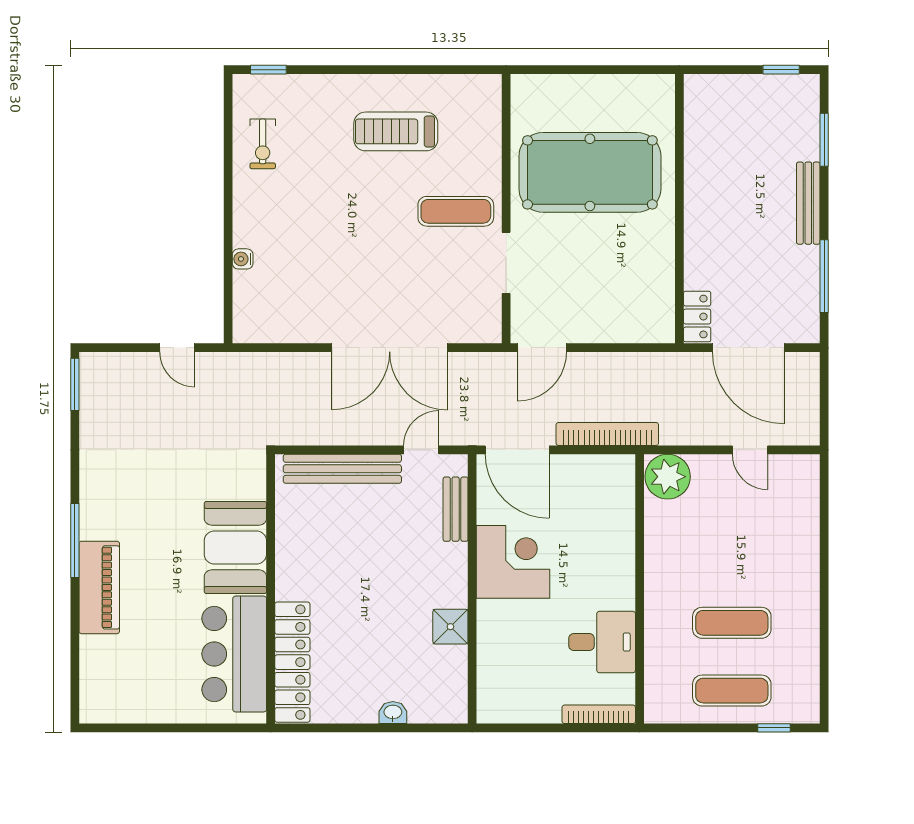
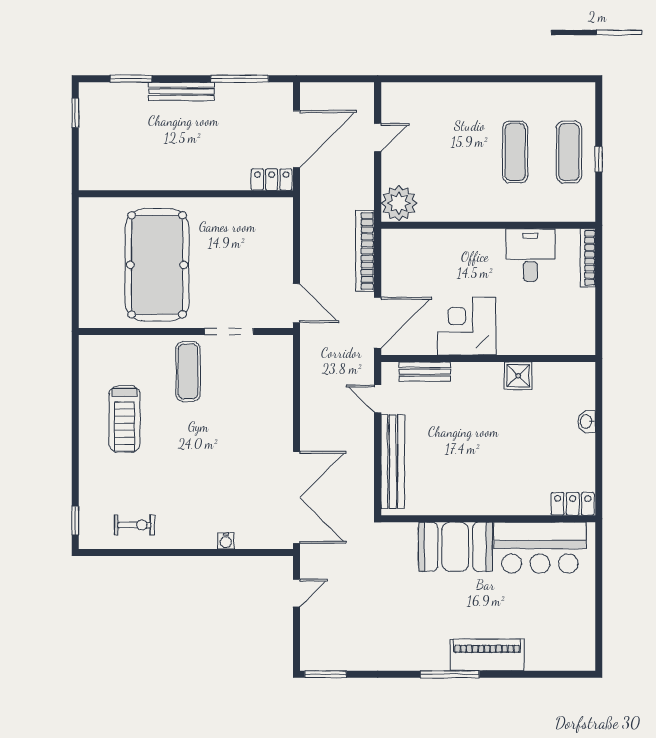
double door: (390, 348) -> (296, 497), moved
locker: (292, 662) -> (573, 504), width x0.46, depth x0.83
window: (774, 728) -> (599, 159), moved

